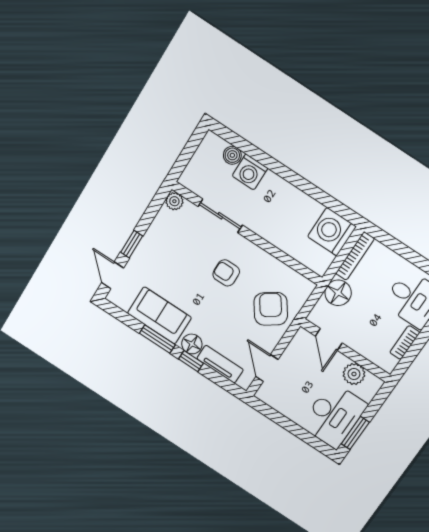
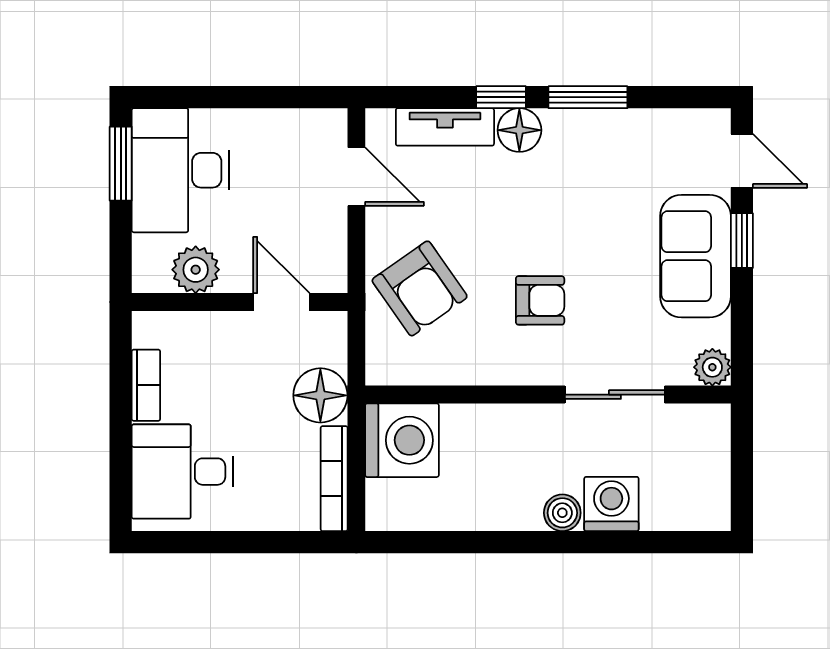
boiler: (232, 155) -> (562, 513), moved
washing machine: (332, 232) -> (402, 440), moved
sofa: (159, 315) -> (695, 256), moved, turned 90

